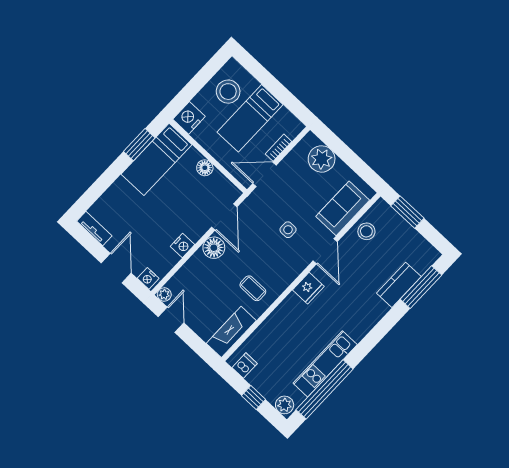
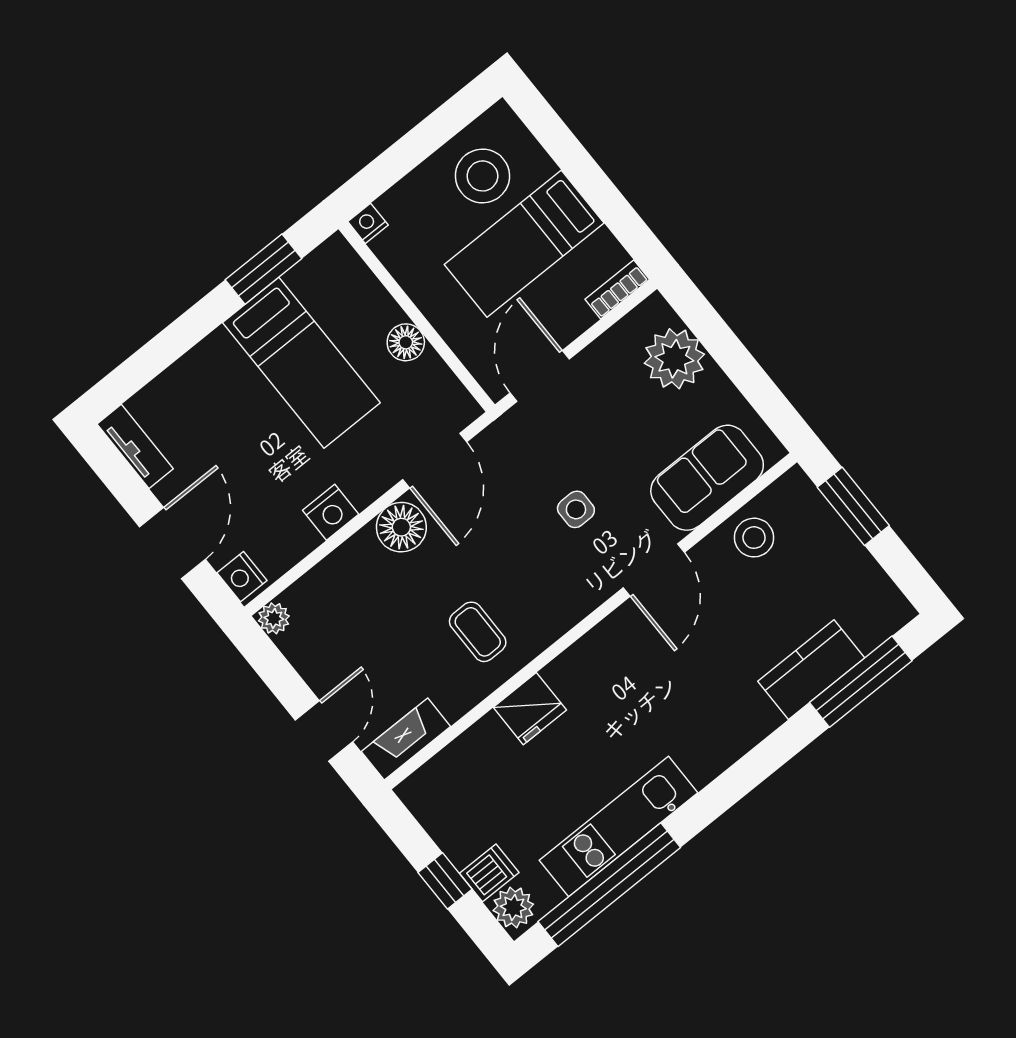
nightstand: (189, 118) -> (368, 223), width x0.53, depth x0.56
bookcase: (278, 148) -> (617, 289), moved
bed: (156, 159) -> (301, 363), moved, turned -90
door: (265, 174) -> (540, 376), hinge flipped
fridge: (308, 288) -> (530, 709), moved
door: (171, 320) -> (324, 731), moved
fireplace: (231, 332) -> (406, 739), width x0.73, depth x0.76
dishwasher: (245, 366) -> (489, 873), moved

